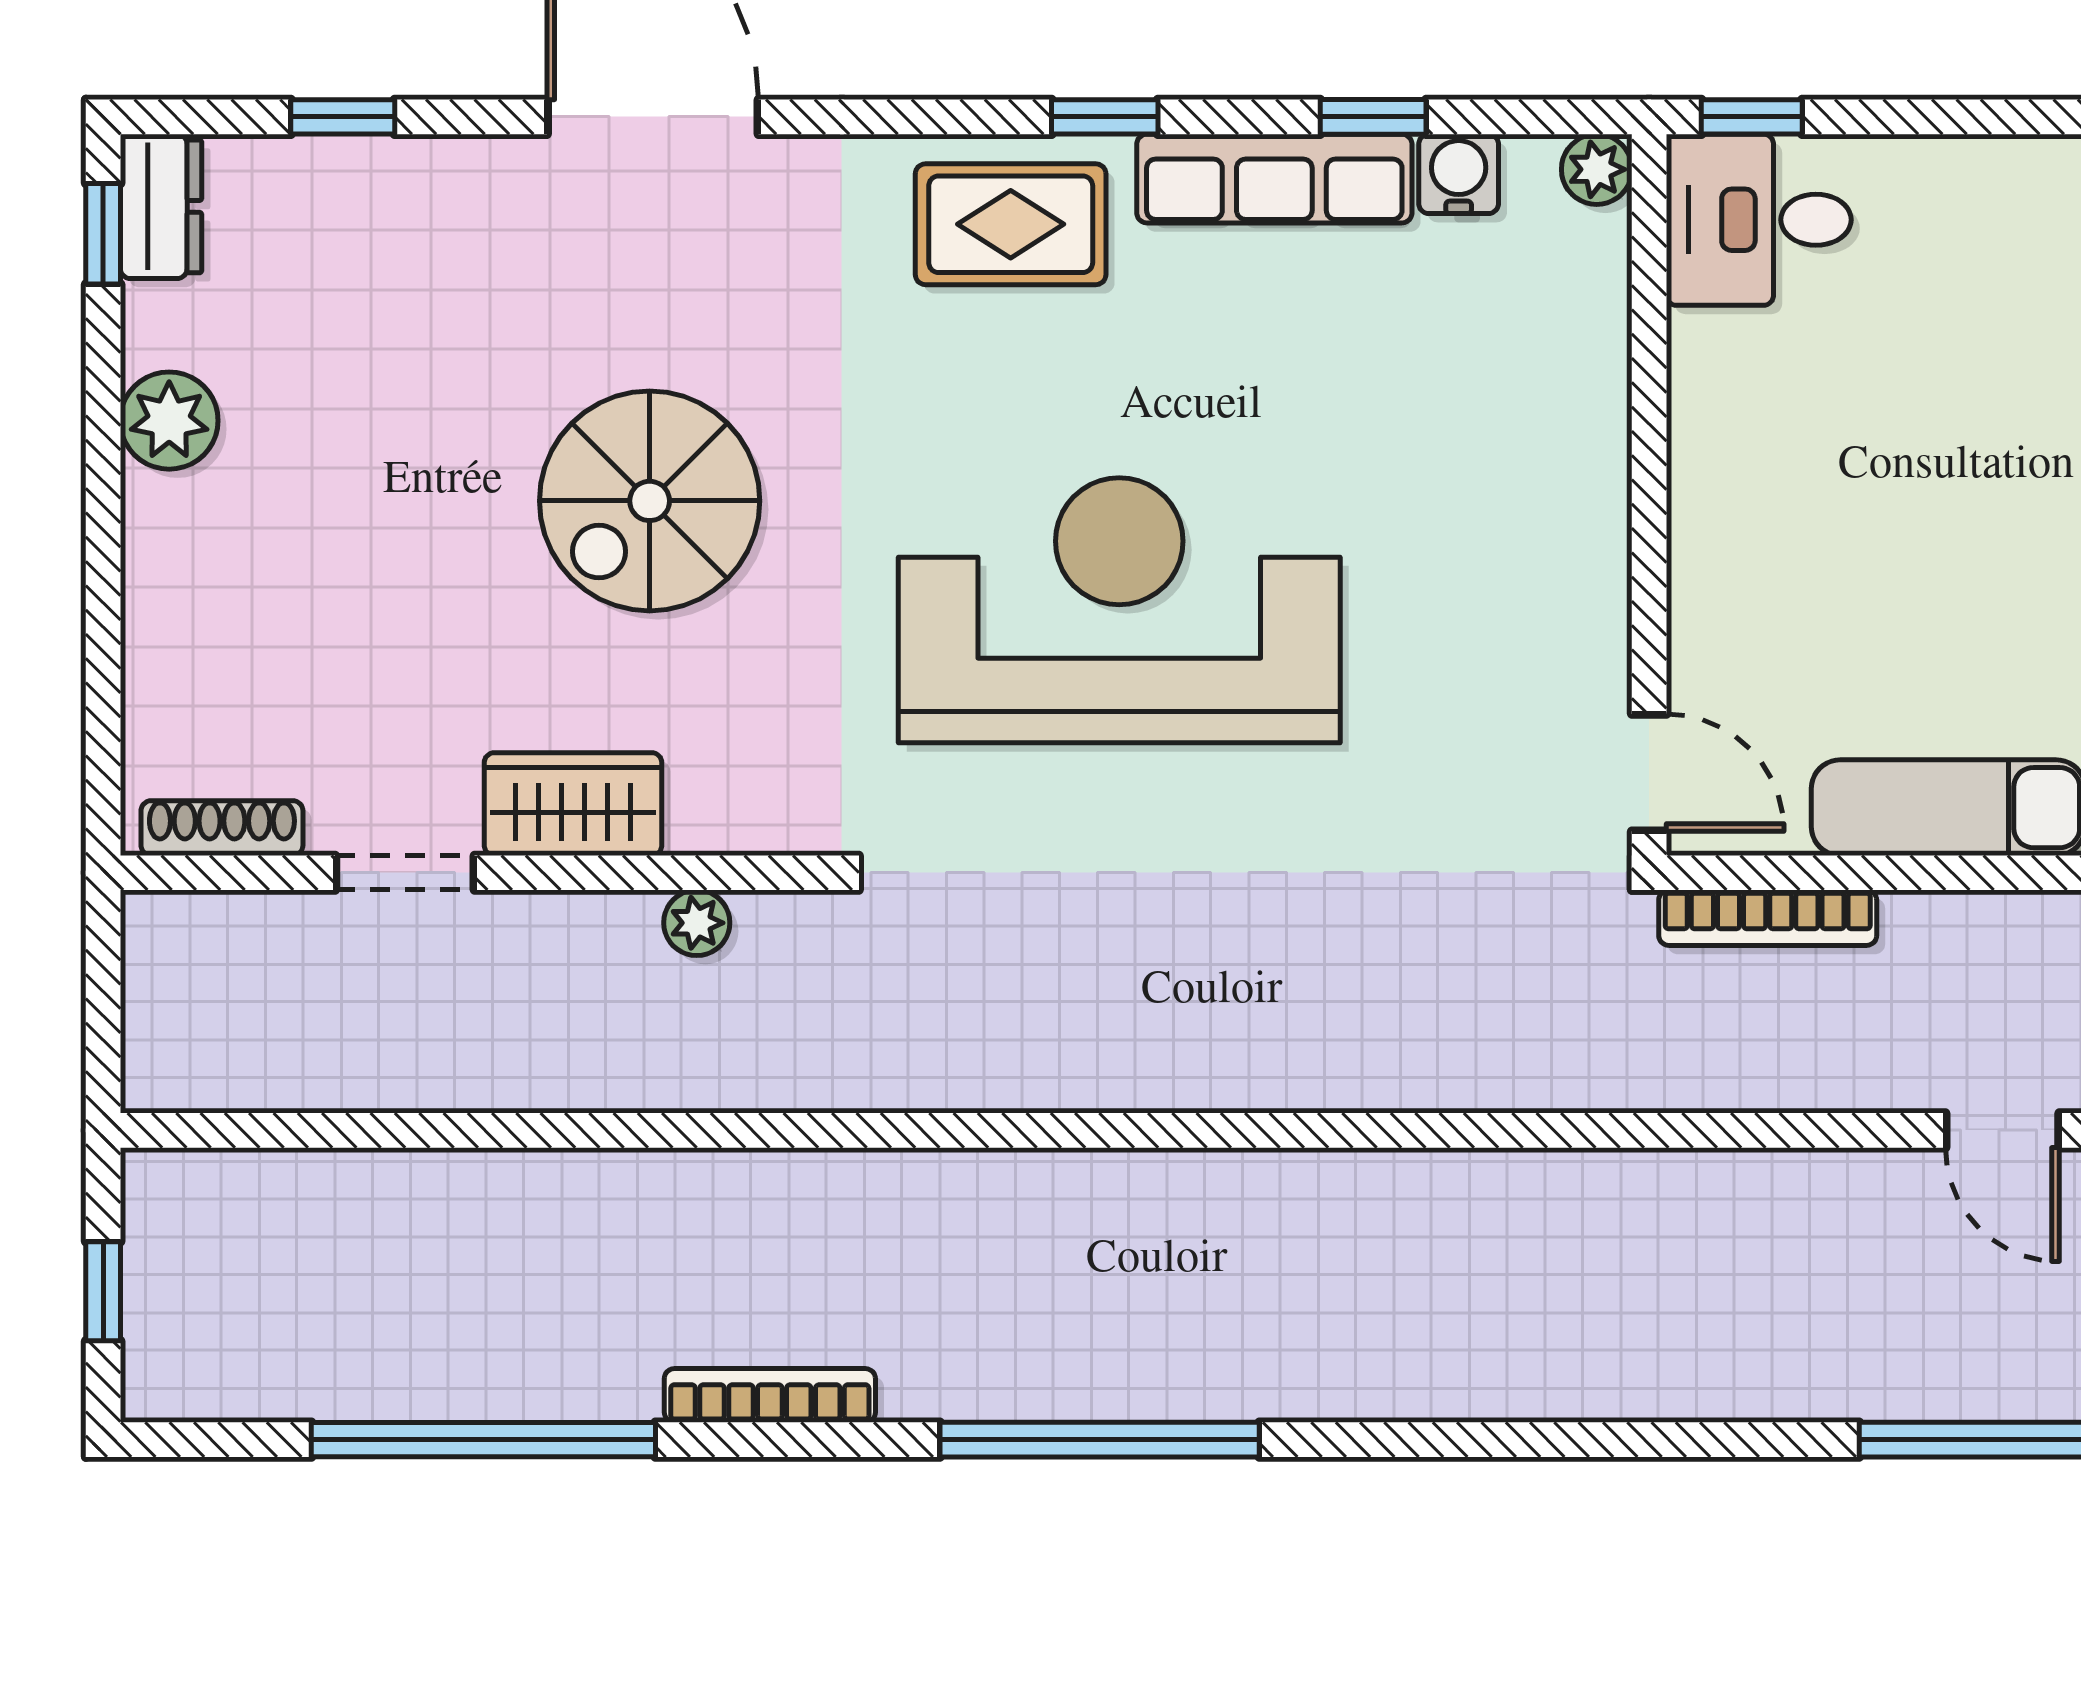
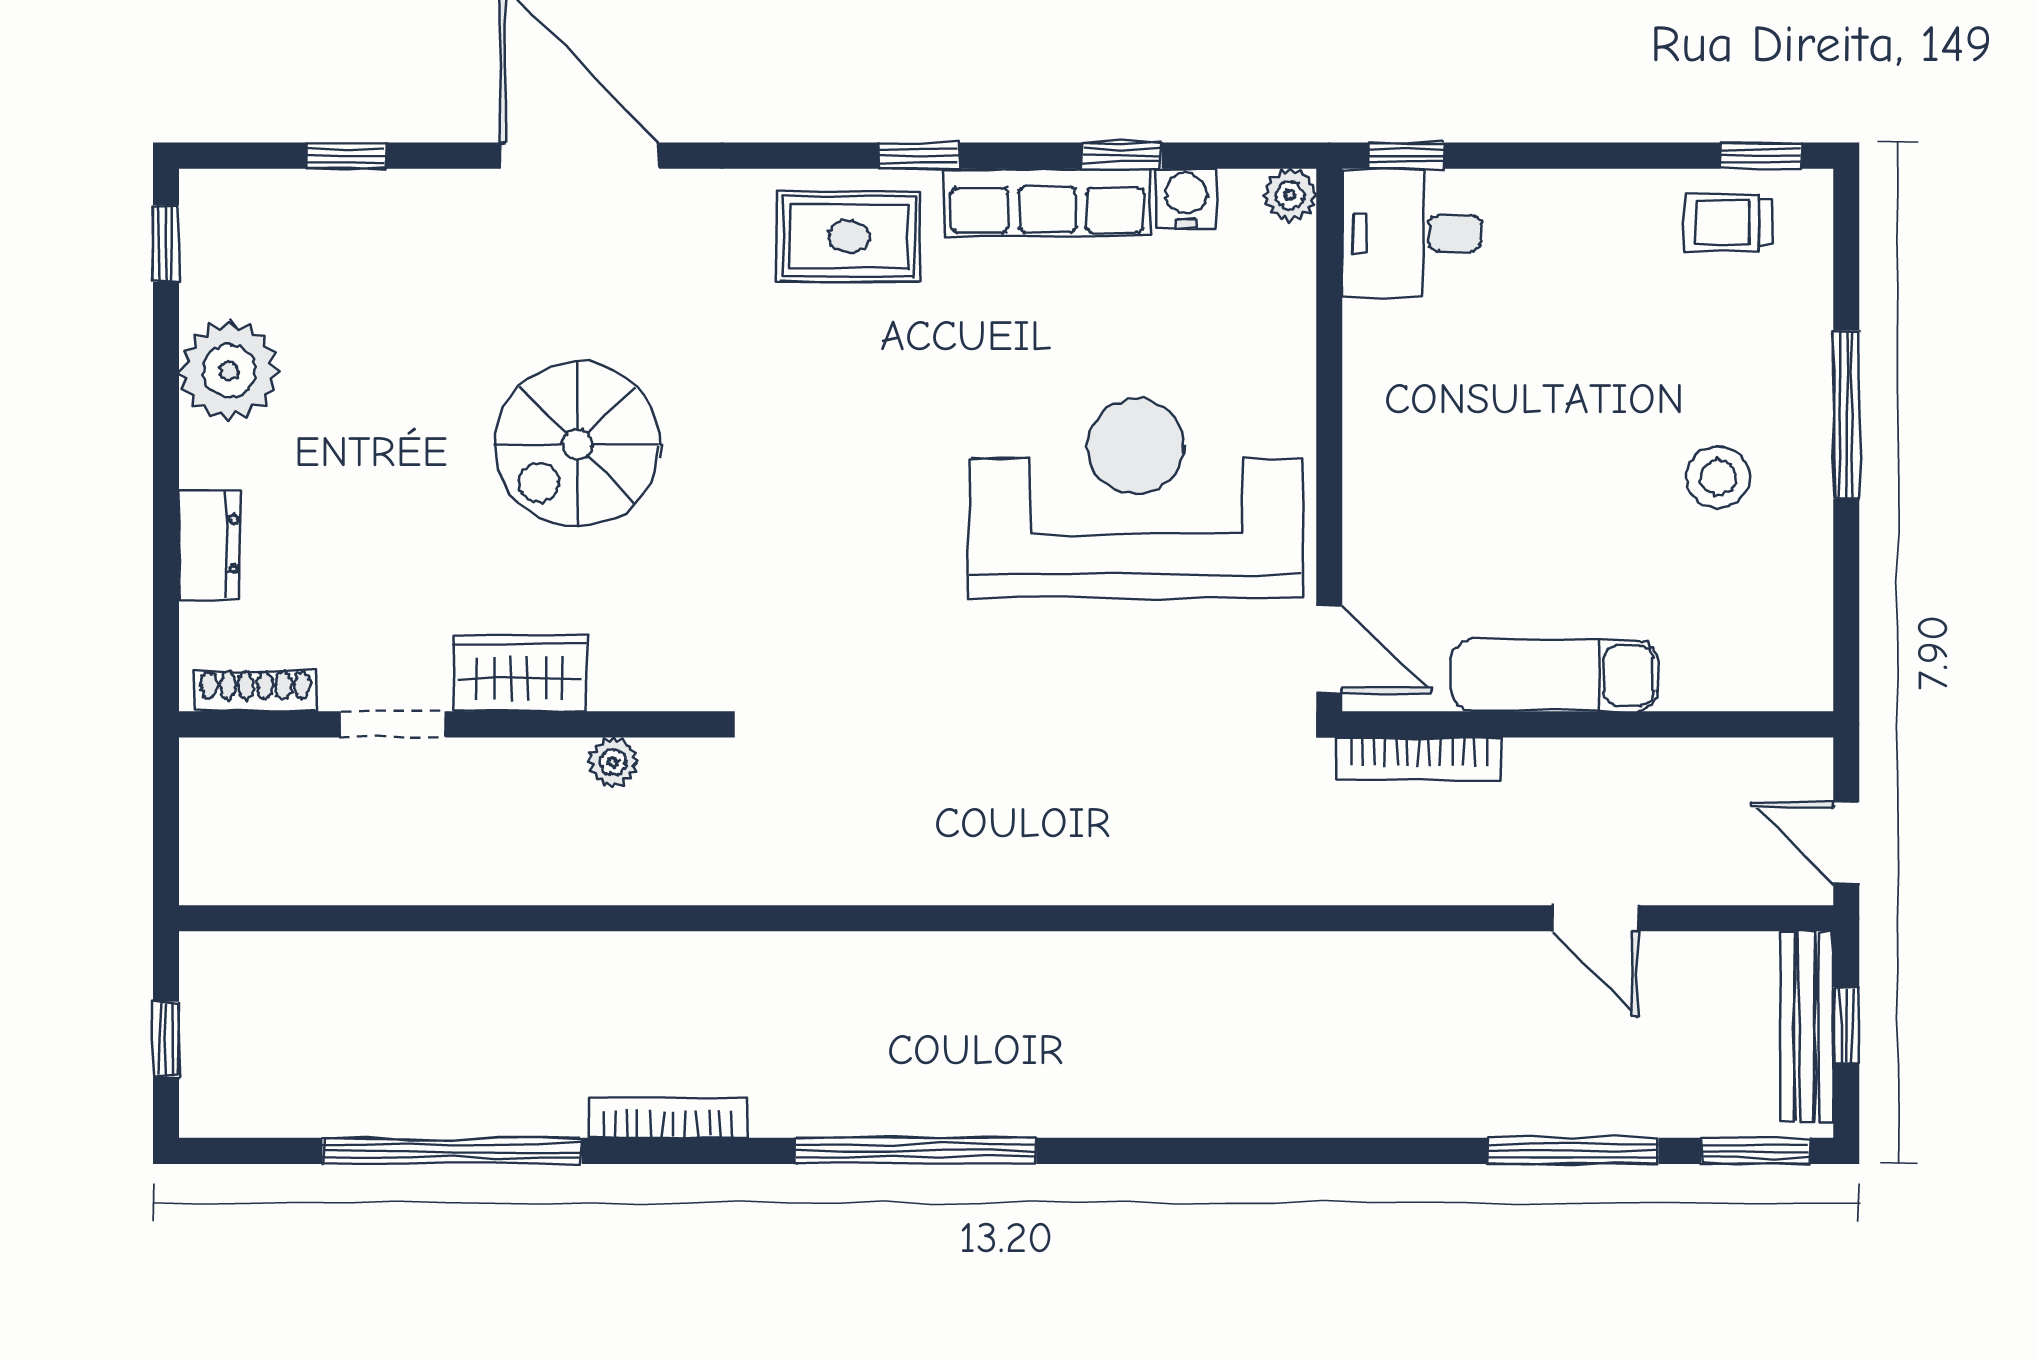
dresser: (161, 206) -> (210, 544), moved
plant: (169, 421) -> (229, 371), width x1.36, depth x1.36
reception desk: (1119, 610) -> (1136, 498), moved

